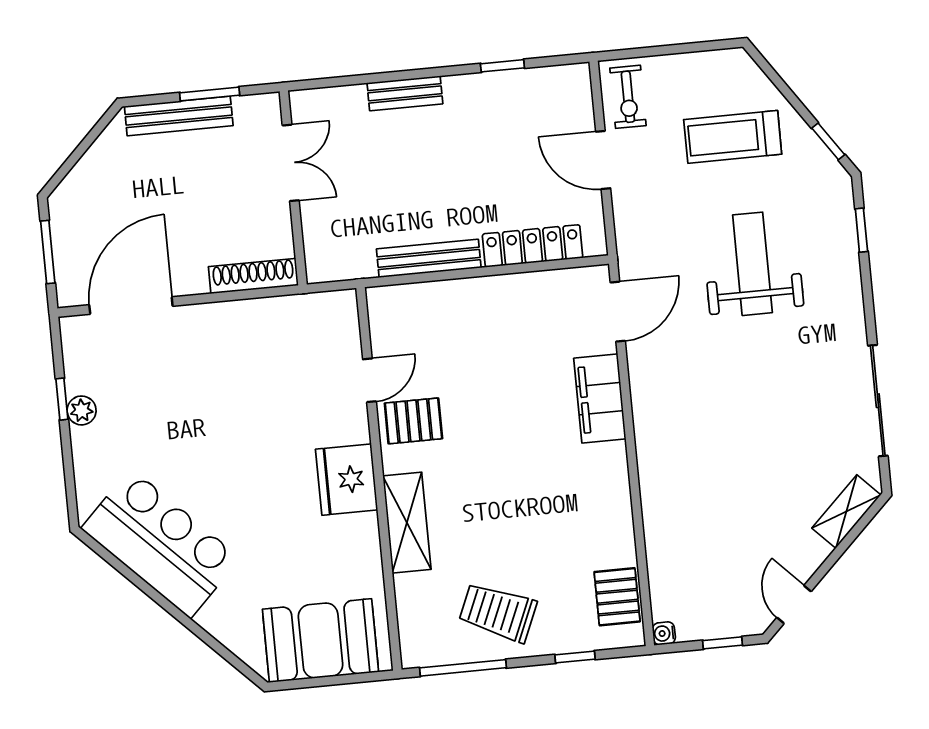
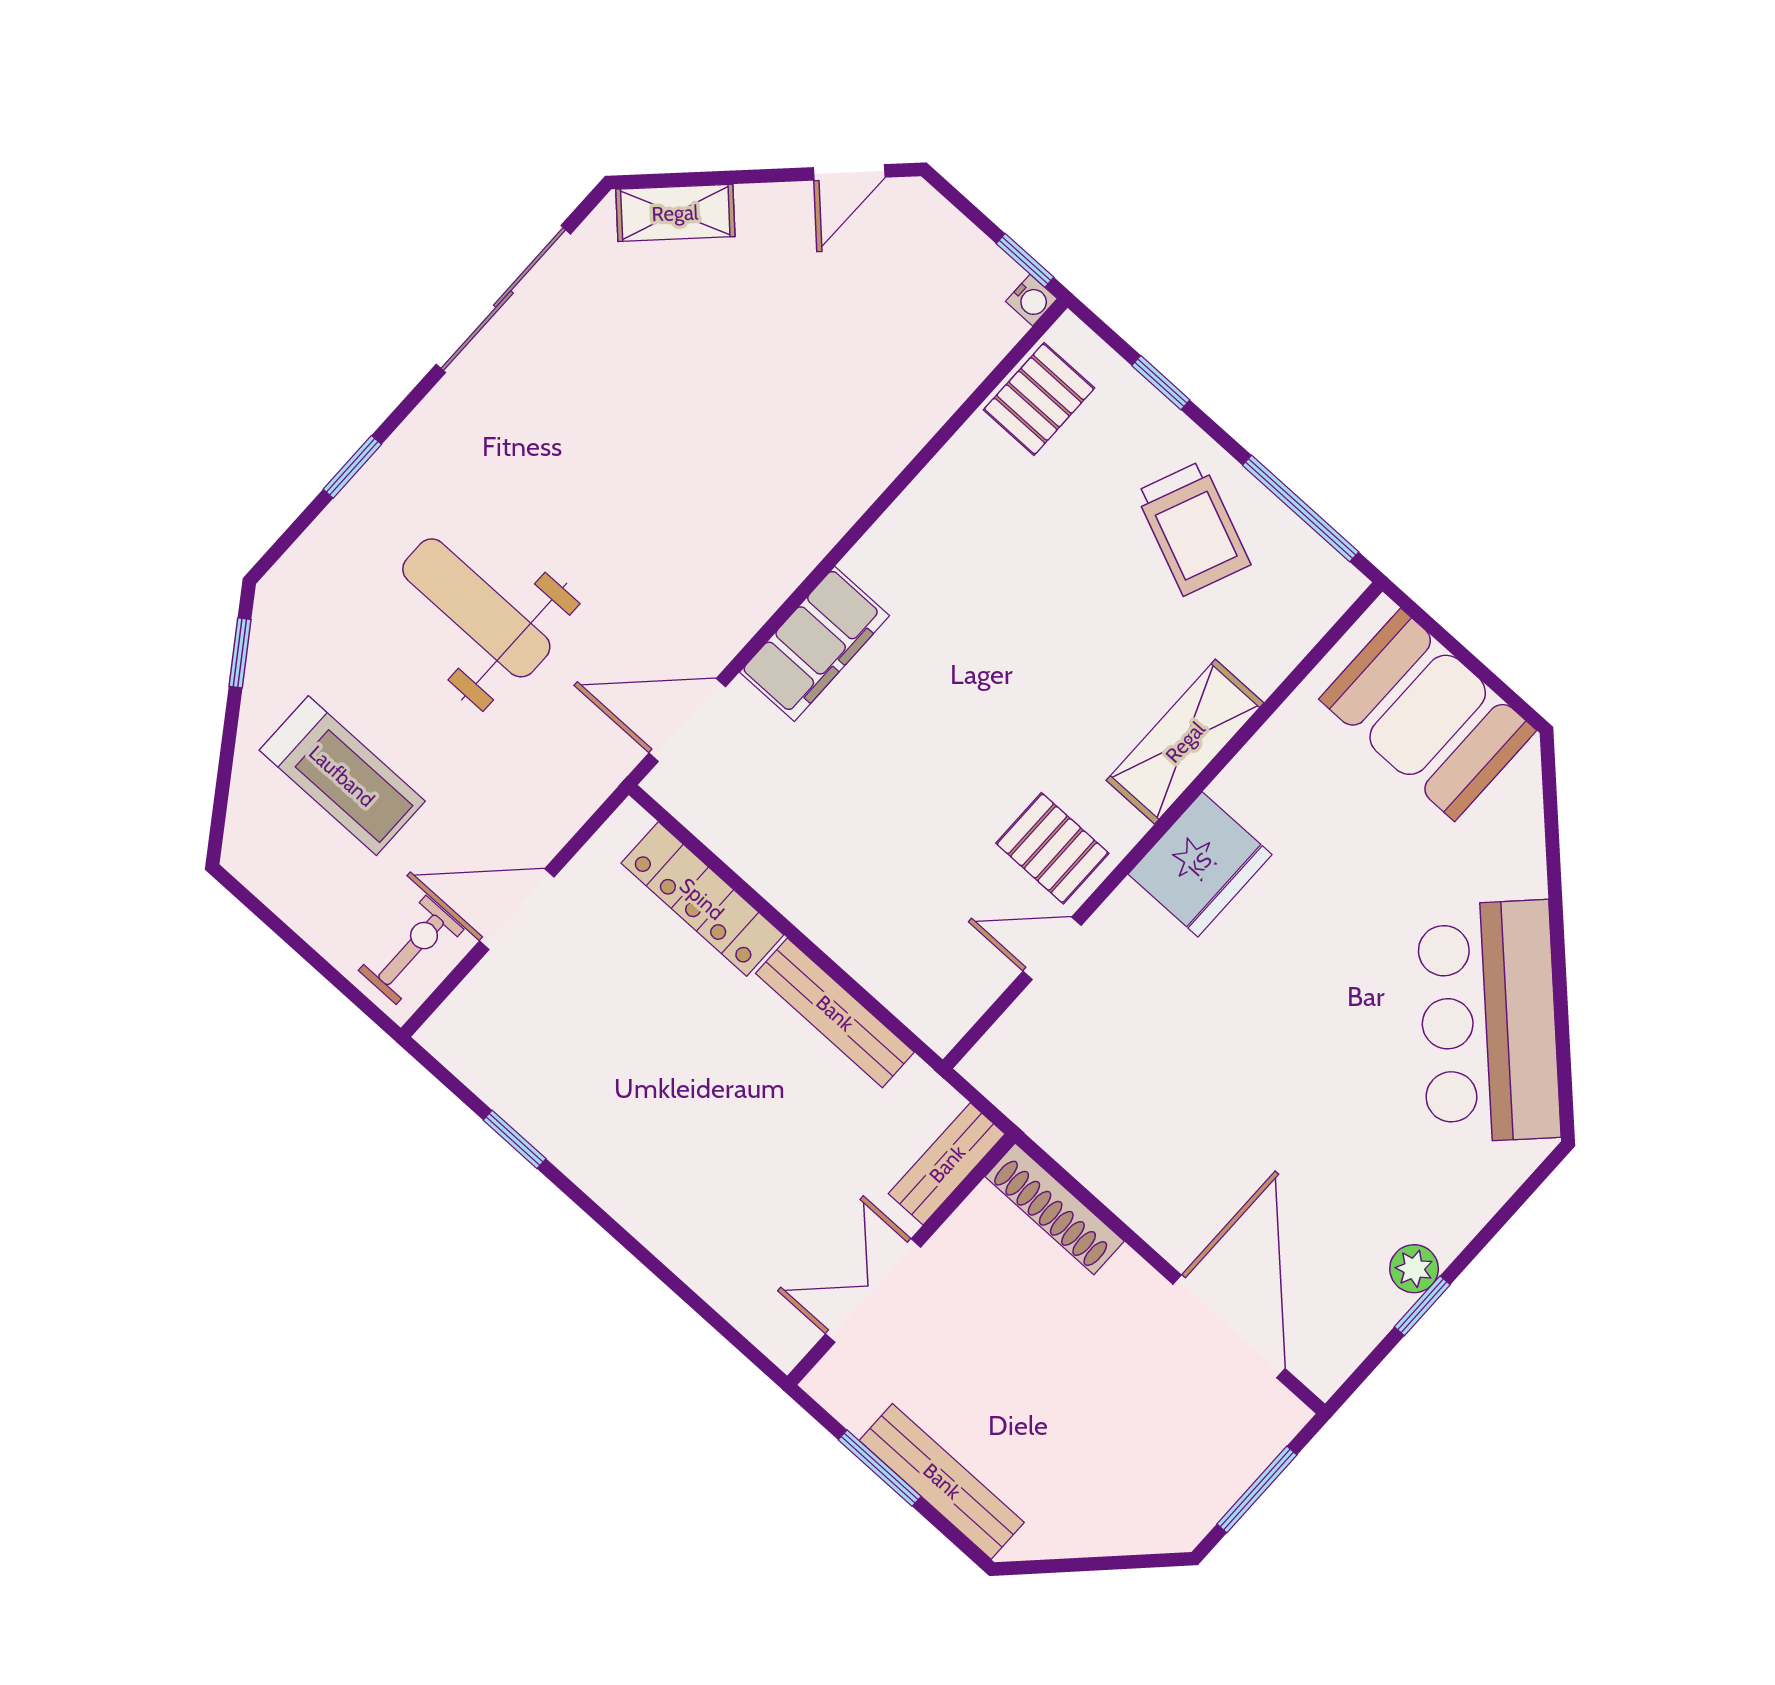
bench: (405, 93) -> (947, 1164), moved, turned 90
door: (603, 160) -> (517, 909), swing flipped
window: (861, 230) -> (352, 467), moved
weight bench: (752, 264) -> (476, 608), turned 90
door: (131, 306) -> (1229, 1326), swing flipped
window: (723, 643) -> (1025, 260), moved

